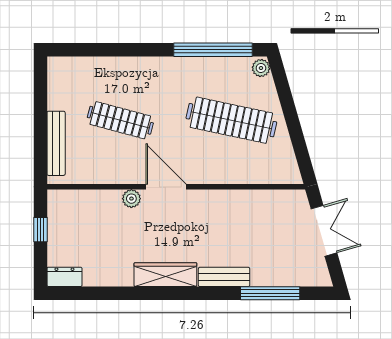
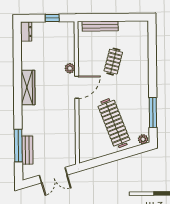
window: (213, 50) -> (153, 113), width x0.68
clothes rail: (120, 120) -> (113, 62), width x0.73
clothes rail: (231, 120) -> (114, 123), turned -33
bench: (224, 277) -> (27, 150), moved

